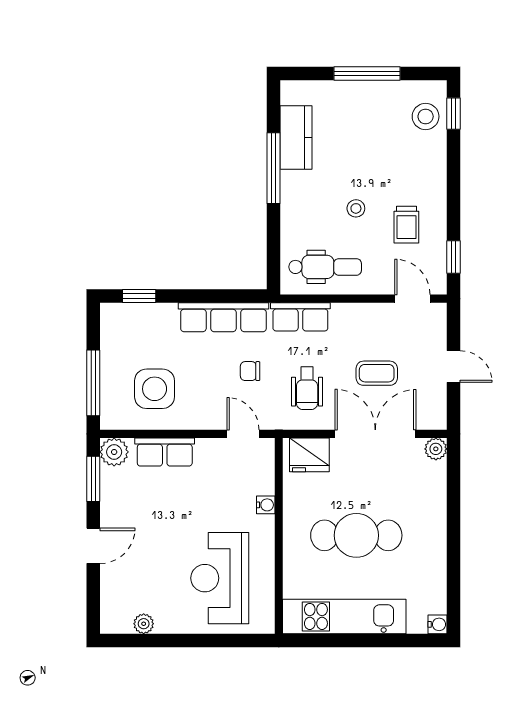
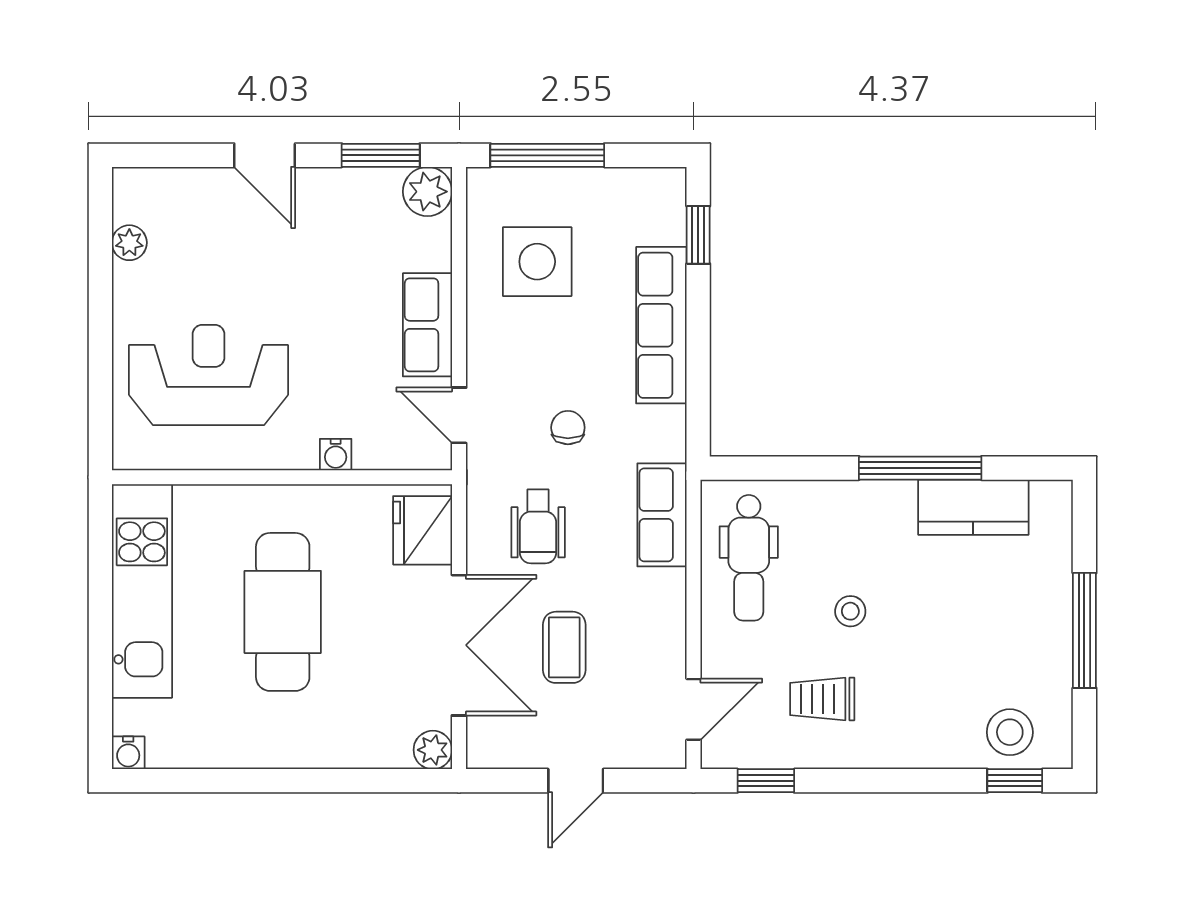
row of seats: (223, 317) -> (661, 325), moved
wheelchair: (307, 388) -> (538, 526), turned -90
door: (243, 434) -> (459, 415), swing flipped
row of seats: (165, 452) -> (427, 325), moved

